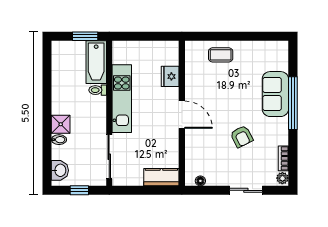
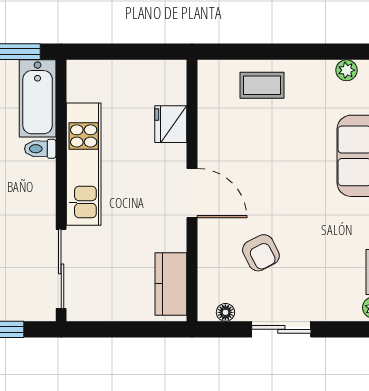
plant: (268, 47) -> (346, 70), added
armchair: (242, 136) -> (261, 253), moved
kitchen counter: (161, 177) -> (171, 284), moved, turned -90
sliding door: (246, 190) -> (281, 329), moved

